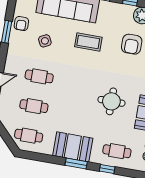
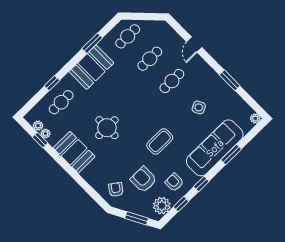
armchair: (21, 24) -> (174, 182), moved
coffee table: (88, 42) -> (160, 141), moved
window: (76, 164) -> (92, 43), moved

